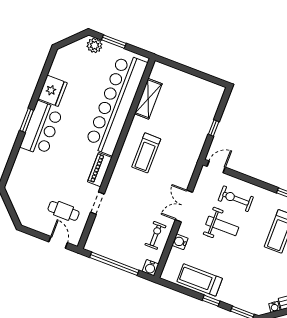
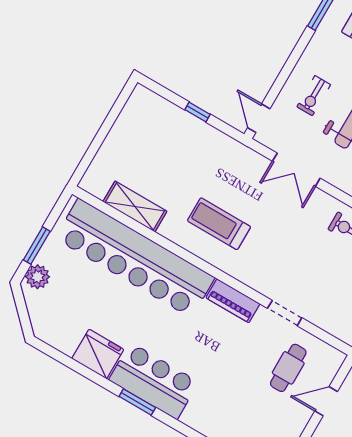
treadmill: (146, 153) -> (219, 224), turned 180
exercise bike: (236, 199) -> (314, 96), width x0.73, depth x0.72
double door: (184, 206) -> (296, 170), moved
door: (58, 242) -> (326, 401), moved

